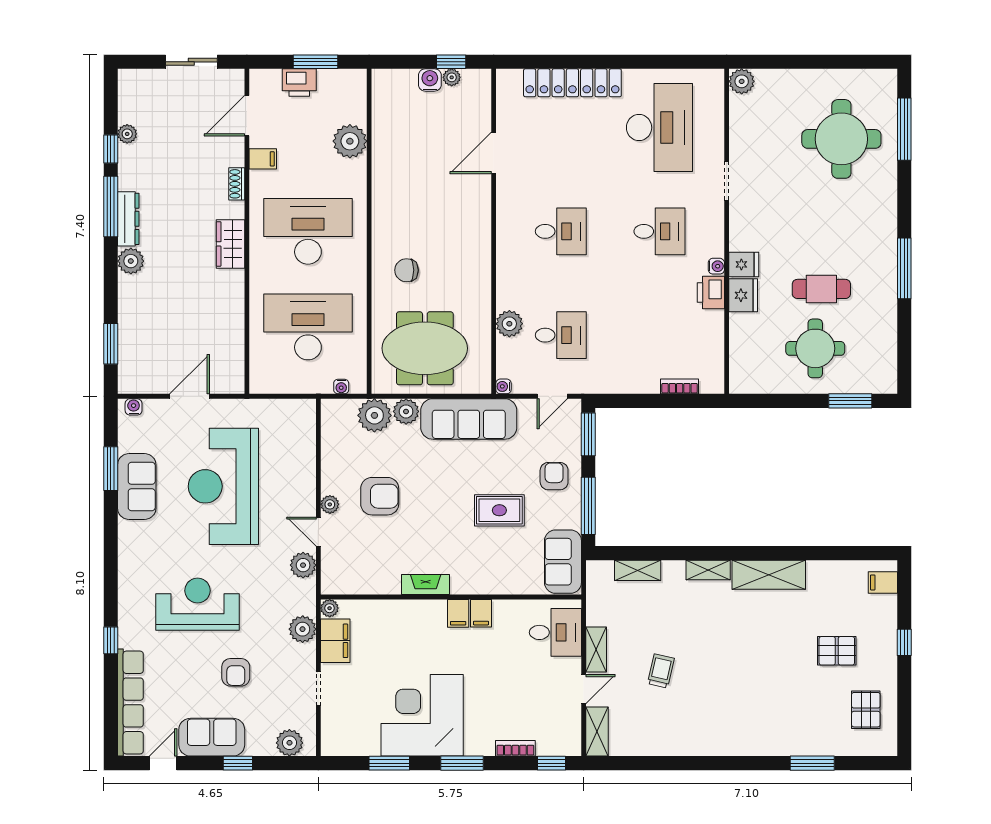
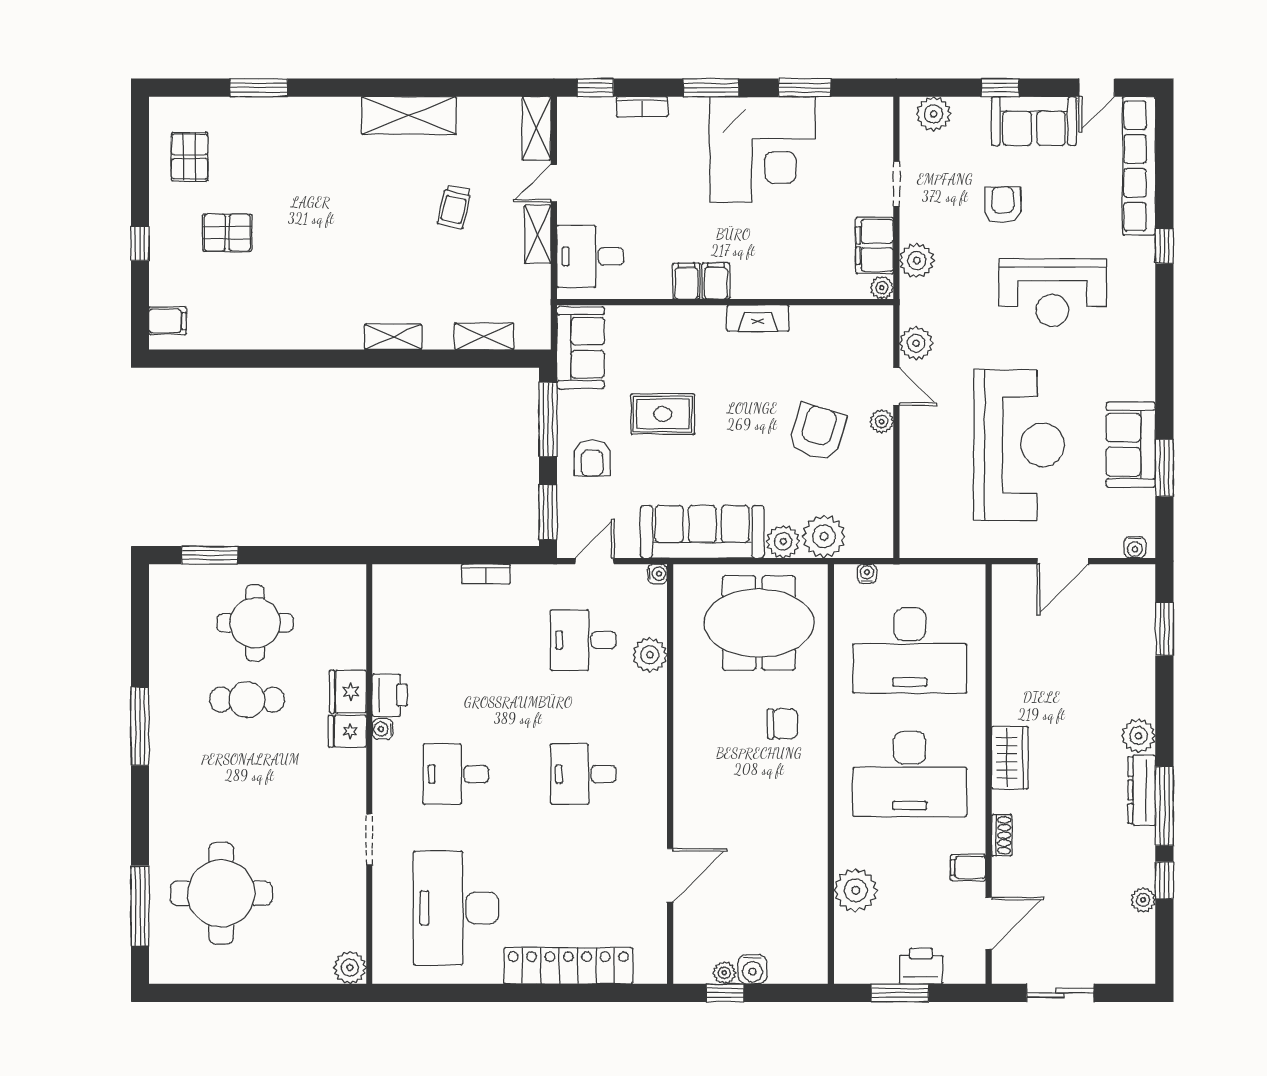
bookcase: (680, 386) -> (486, 574), moved
armchair: (380, 496) -> (817, 432), turned 107
shelving: (769, 575) -> (409, 115), moved

